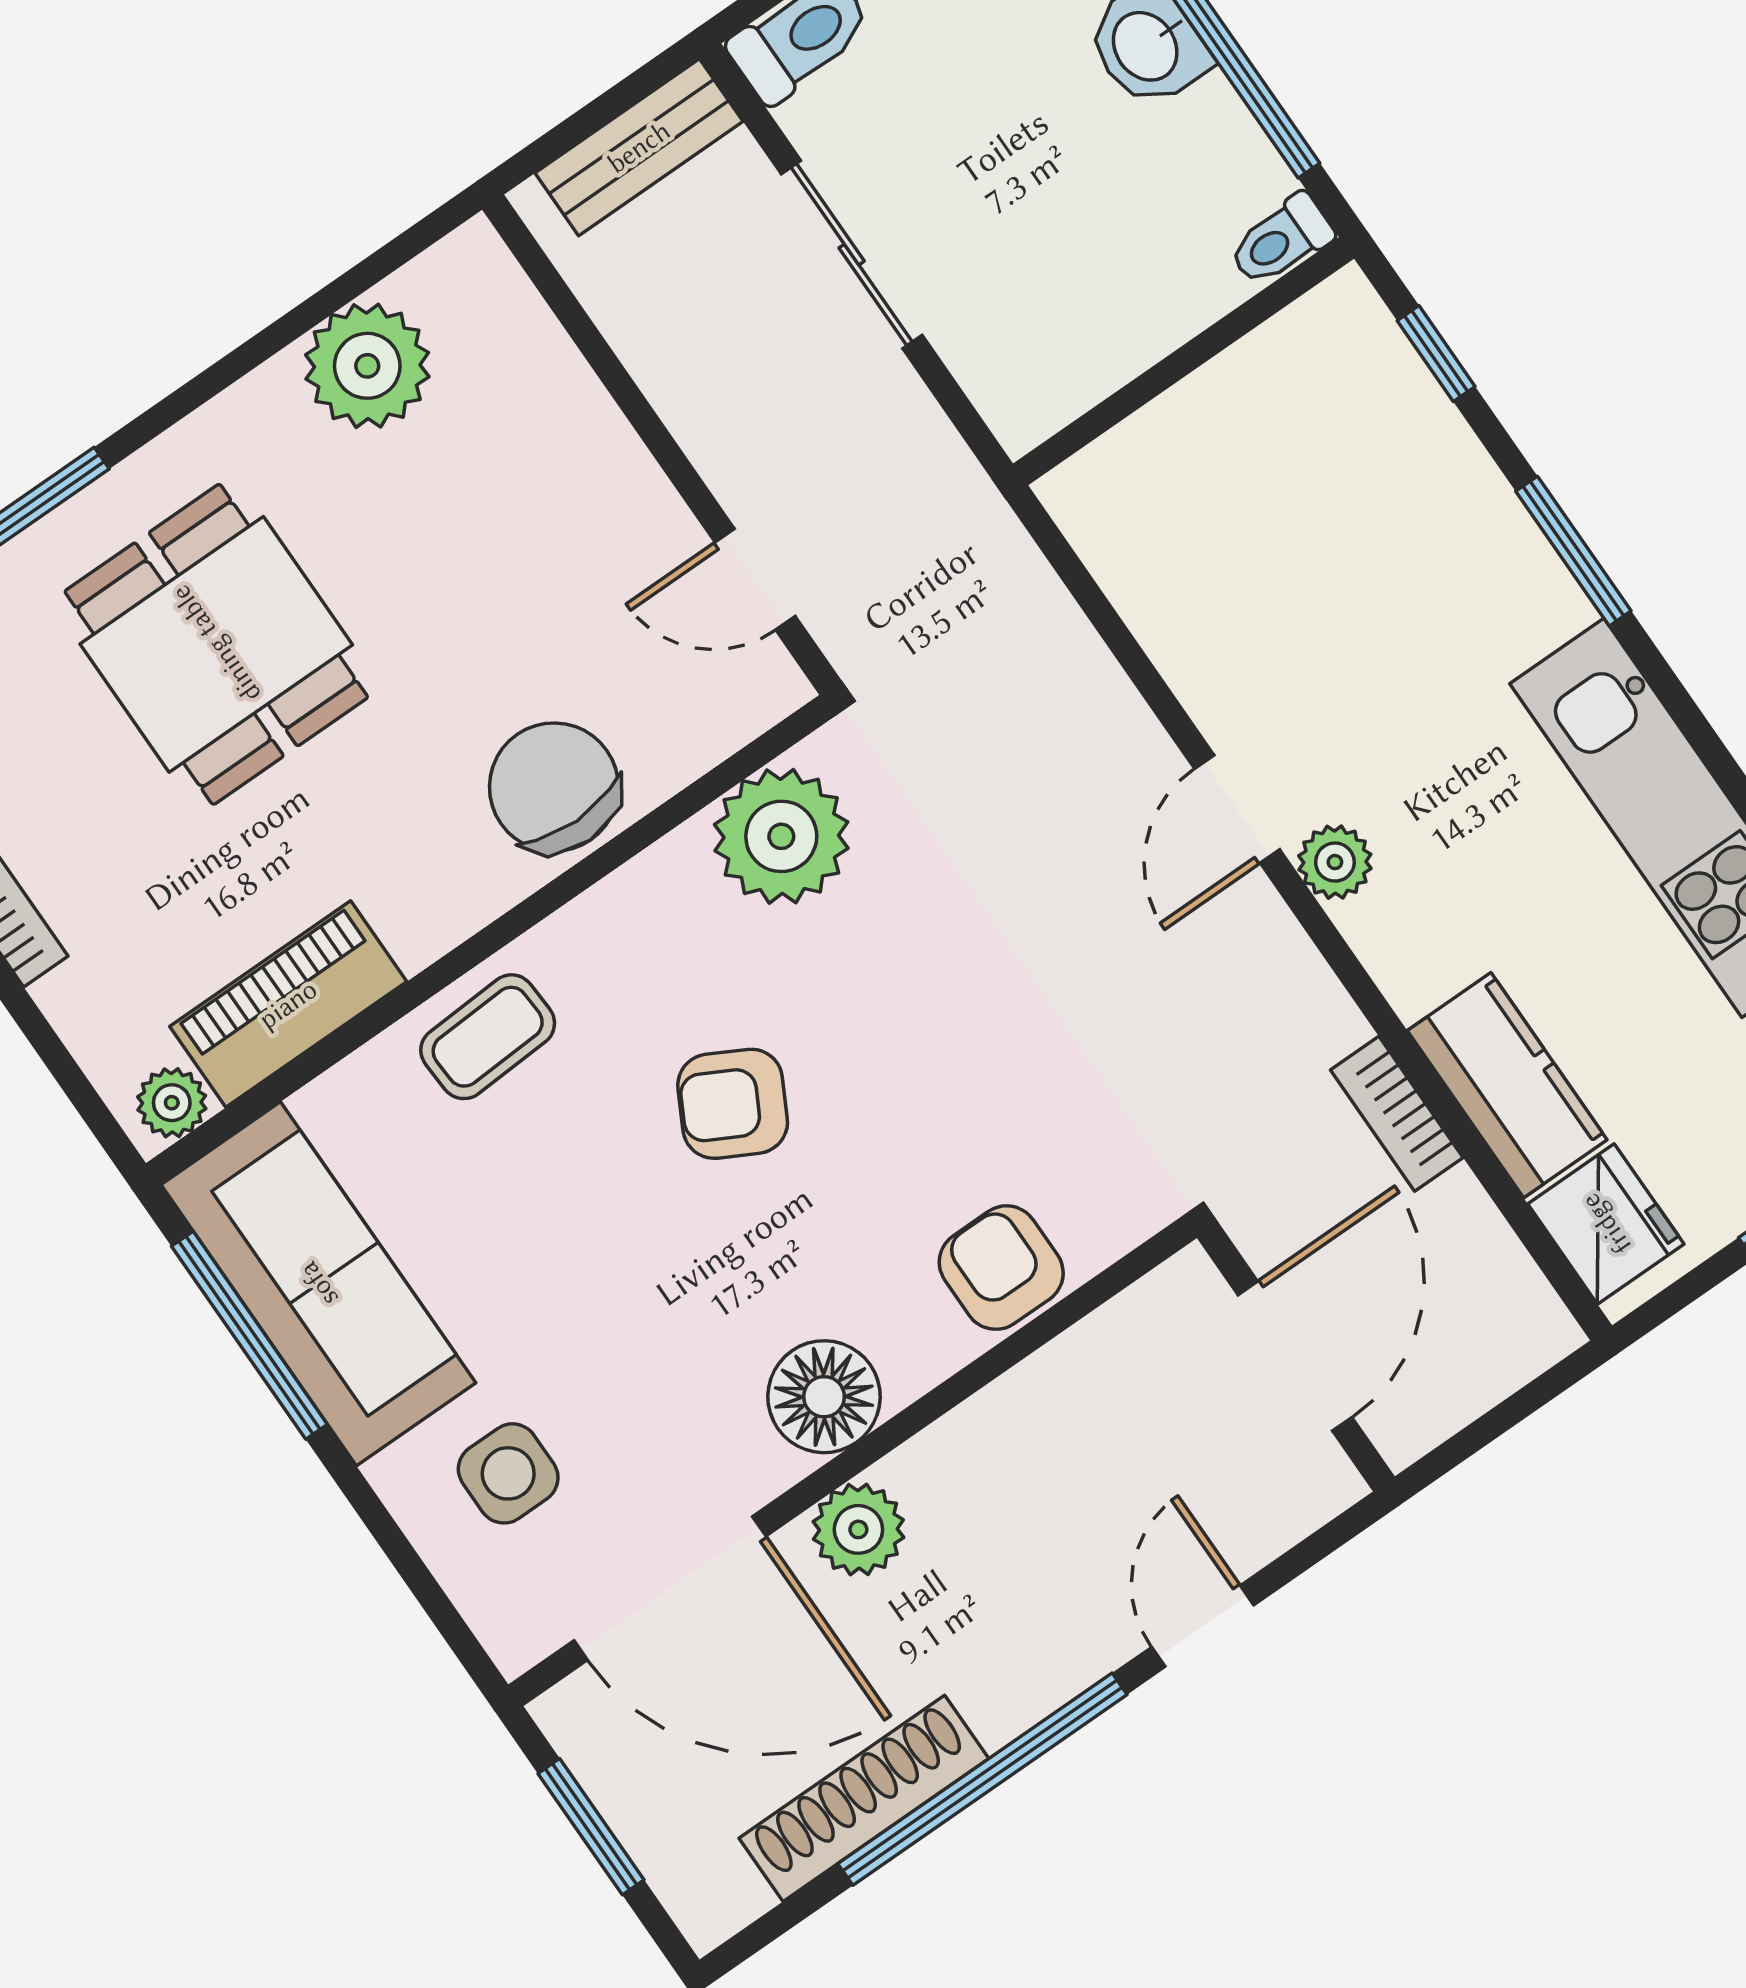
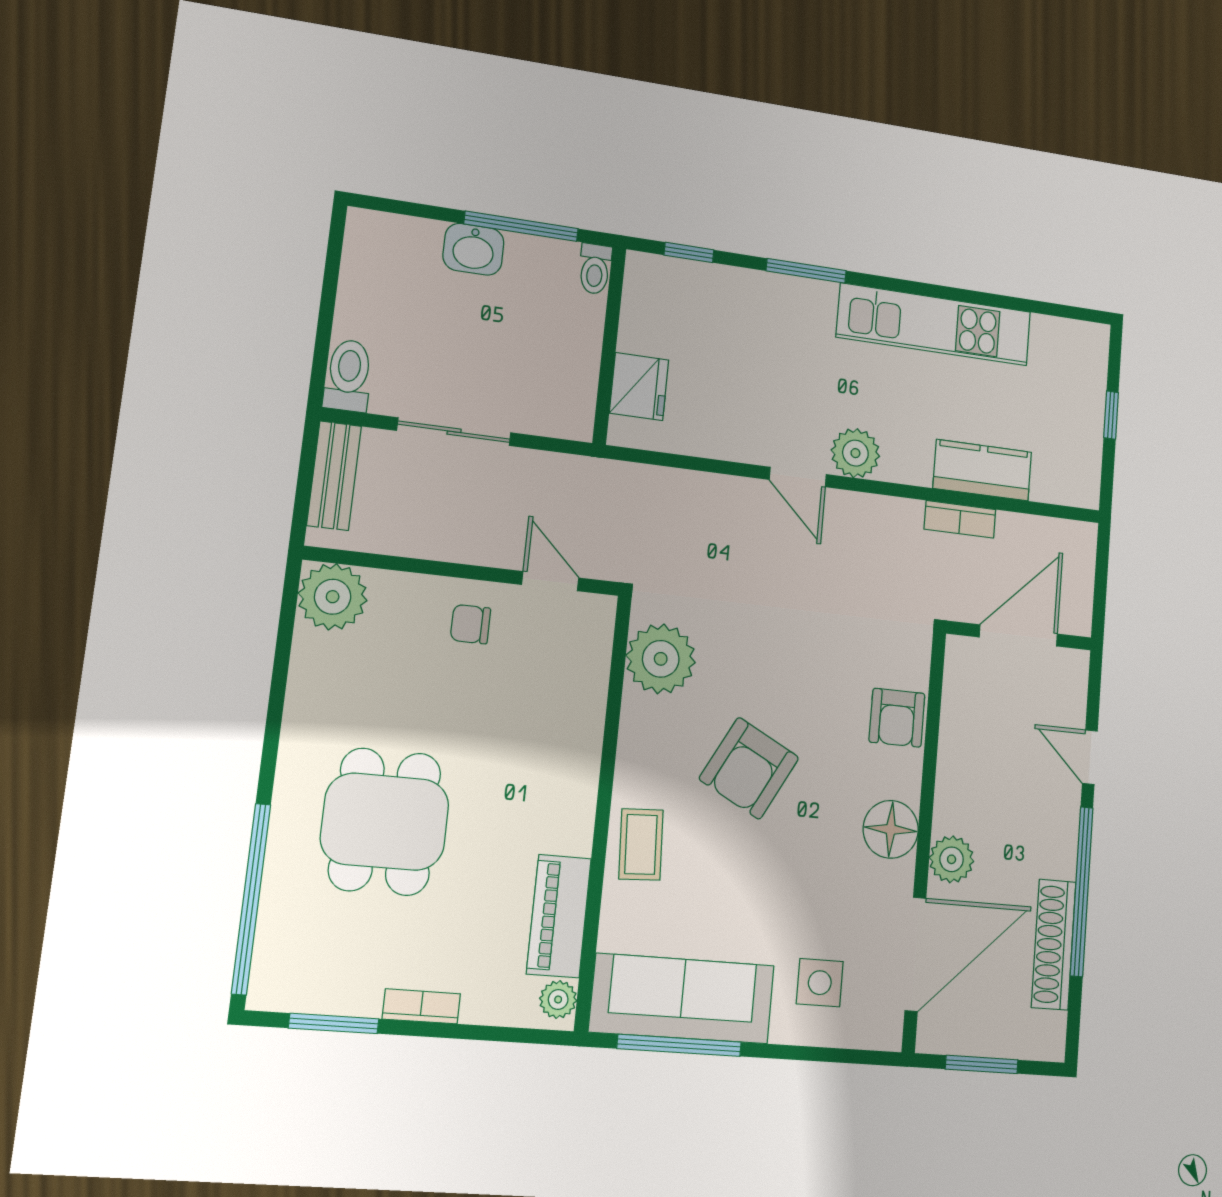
plant: (367, 366) -> (333, 597), moved
door: (755, 579) -> (550, 581), swing flipped
dining table: (216, 644) -> (385, 822), turned 90
chair: (554, 787) -> (470, 624), moved, width x0.54, depth x0.54
plant: (1335, 862) -> (855, 453), width x1.38, depth x1.38
armchair: (733, 1104) -> (749, 768), width x1.38, depth x1.38
fridge: (1606, 1224) -> (639, 386), moved, turned 90
armchair: (1001, 1268) -> (897, 718), turned -90
door: (1295, 1356) -> (1018, 635), hinge flipped

